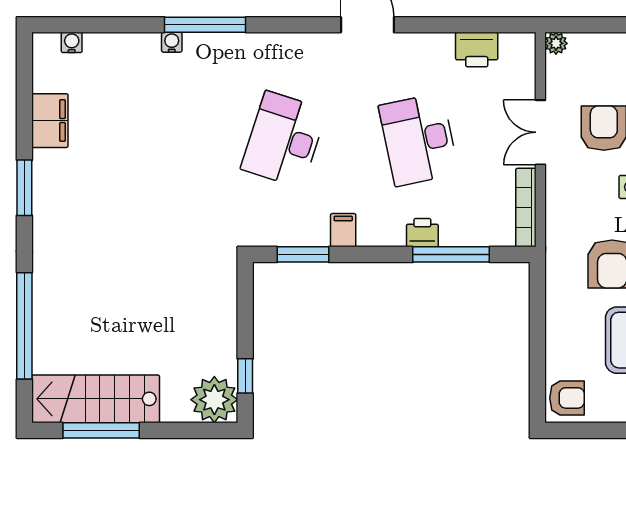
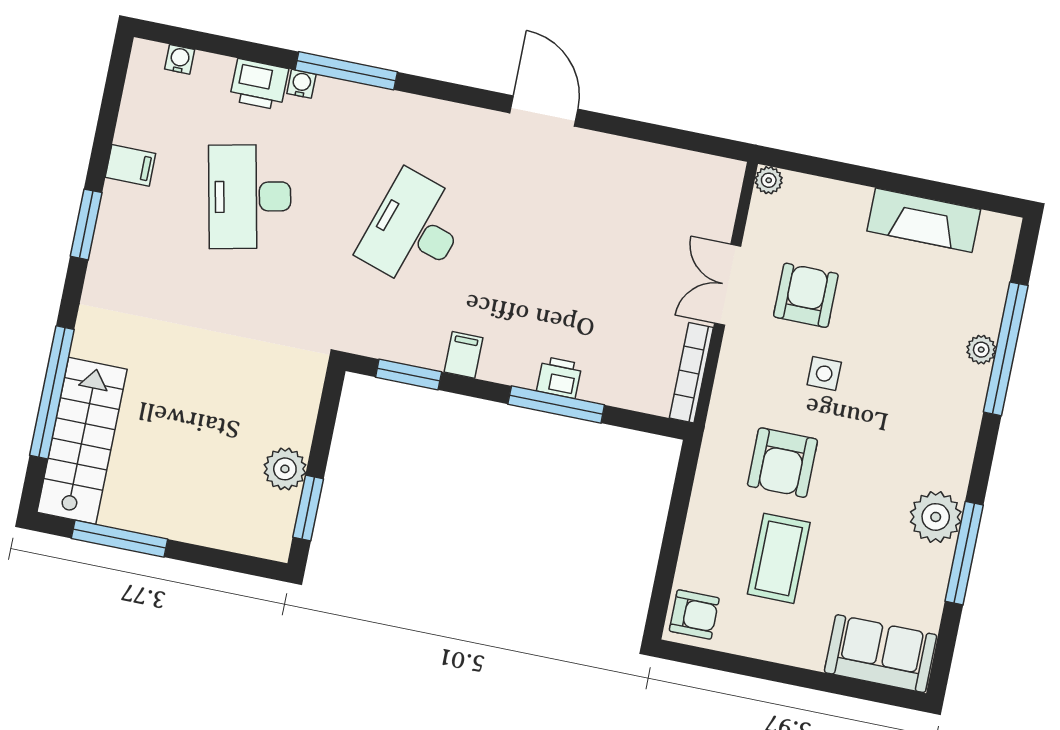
printer: (477, 50) -> (259, 84), moved
filing cabinet: (50, 121) -> (130, 165), width x0.50
desk: (419, 140) -> (250, 197), moved
window: (451, 254) -> (556, 405), moved
window: (245, 376) -> (308, 508), width x1.50
stairs: (96, 399) -> (82, 441), moved, turned 90
plant: (214, 400) -> (285, 469), moved, width x0.73, depth x0.73

